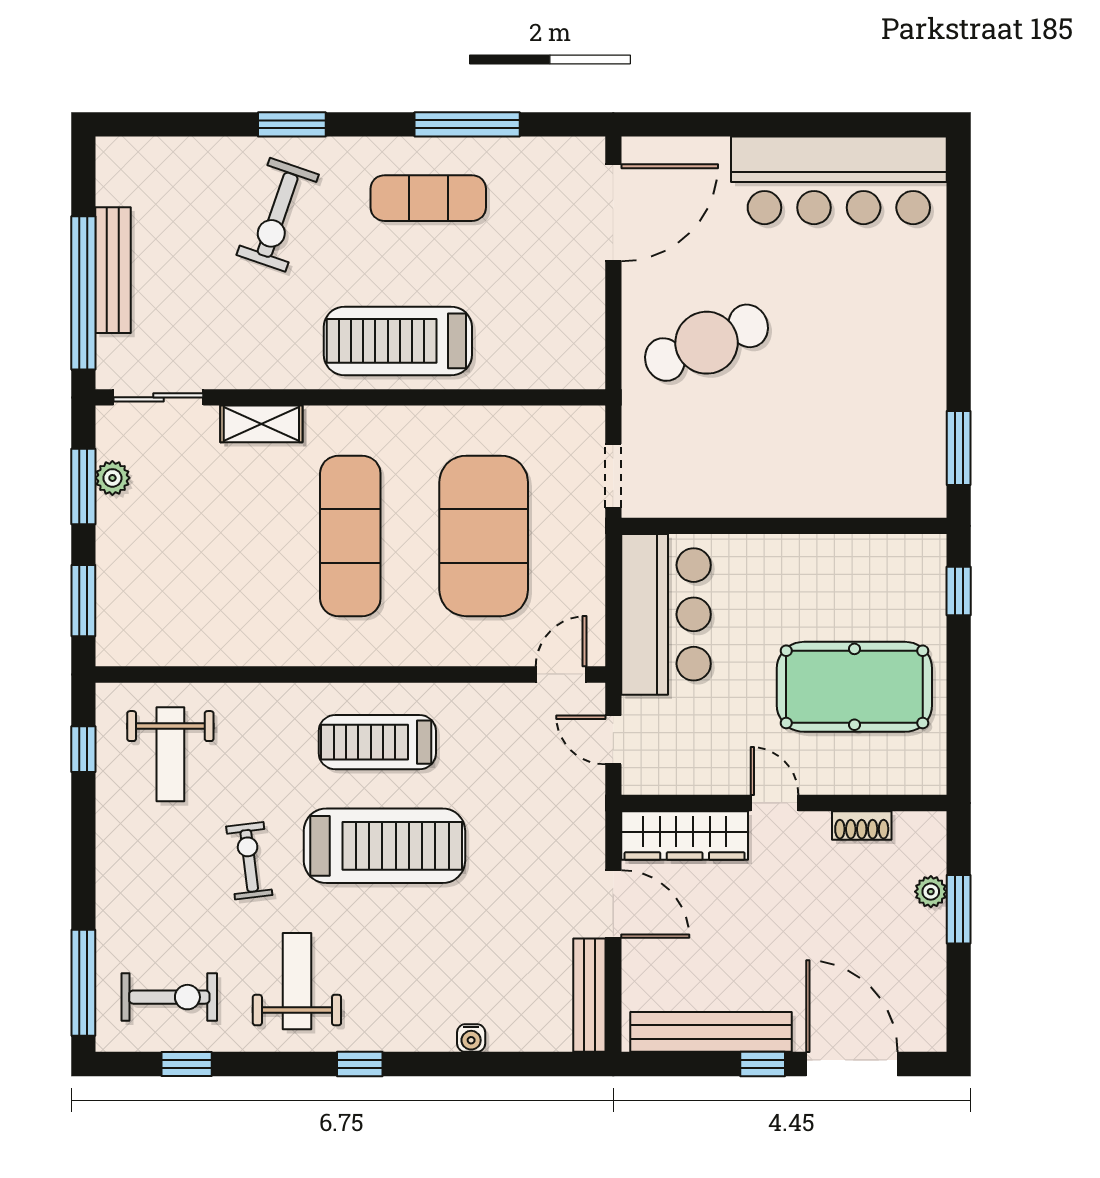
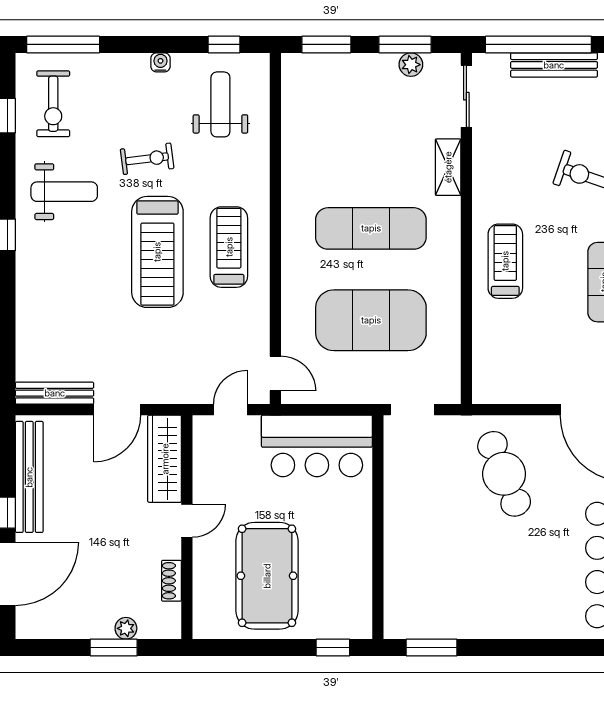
treadmill: (398, 341) -> (505, 261), width x0.73, depth x0.73
weight bench: (170, 754) -> (220, 104), turned 90
water cooler: (471, 1038) -> (160, 62), moved, turned 90

